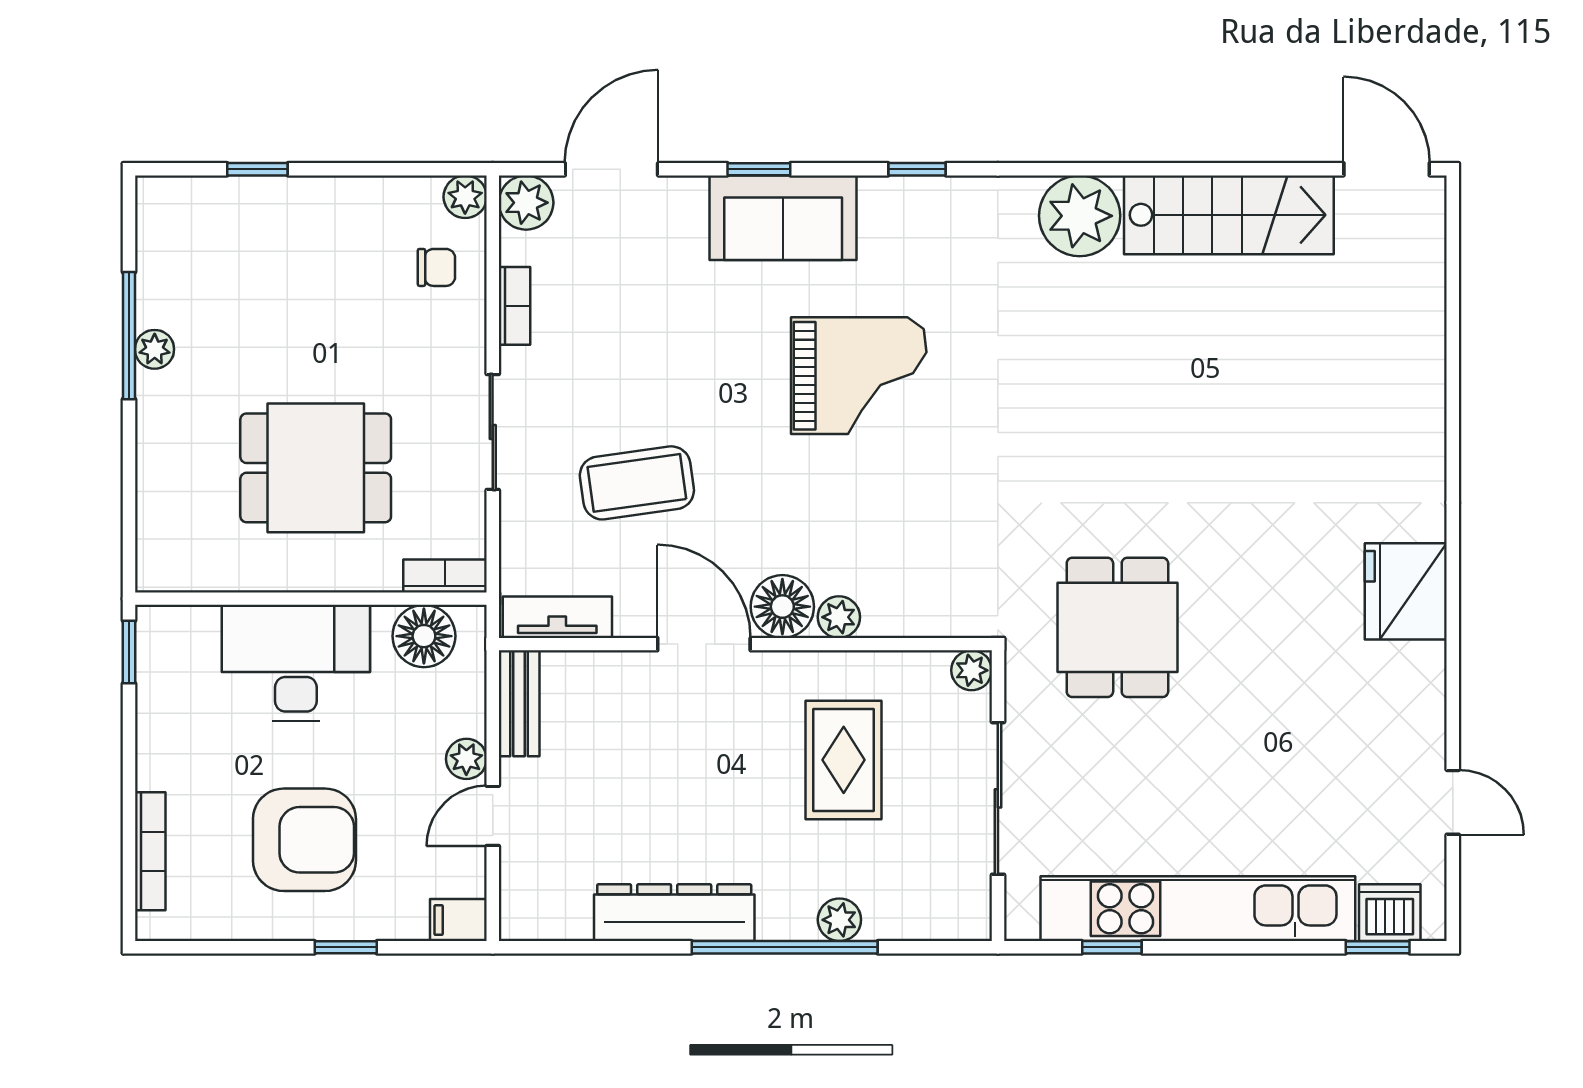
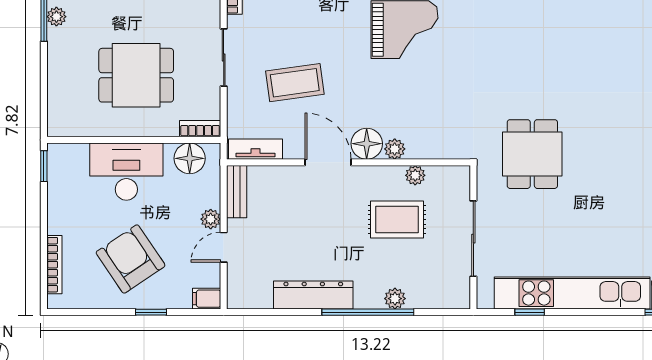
plant: (972, 670) -> (415, 175), moved
rug: (844, 760) -> (397, 220), turned 90
armchair: (304, 840) -> (131, 259), turned -124

